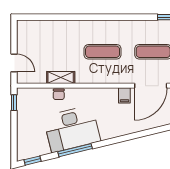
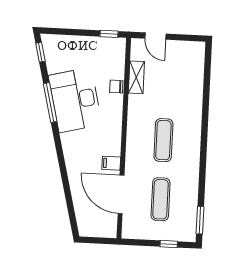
door: (14, 63) -> (155, 36), hinge flipped
shelving: (61, 78) -> (136, 77), moved

